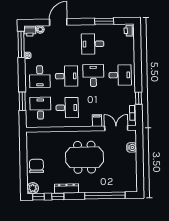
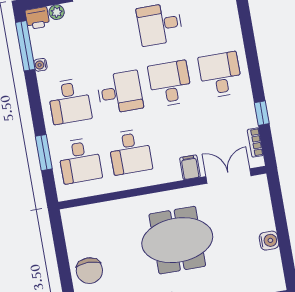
desk: (120, 75) -> (220, 75), turned -90
desk: (40, 108) -> (80, 161), turned 180
desk: (67, 108) -> (130, 152), turned 90
water cooler: (132, 147) -> (269, 241), moved
chair: (36, 166) -> (89, 271), turned 180

